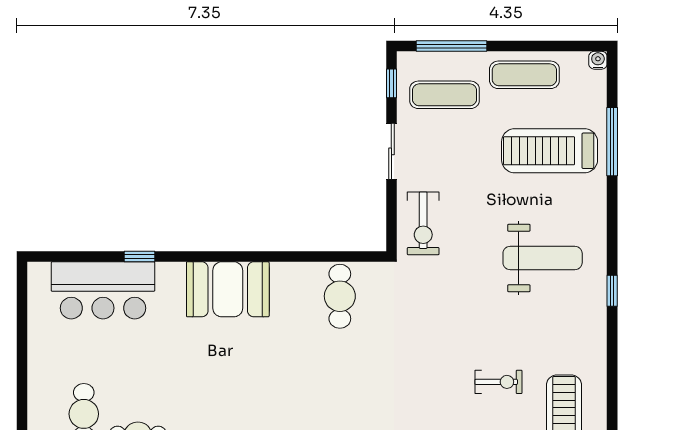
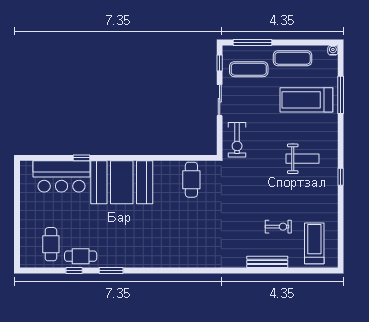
weight bench: (543, 258) -> (303, 159), width x0.73, depth x0.75
booth: (228, 289) -> (122, 182), width x1.36, depth x1.42

